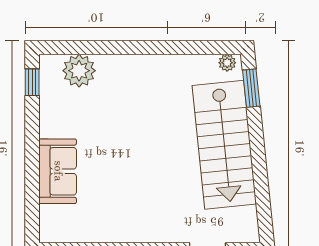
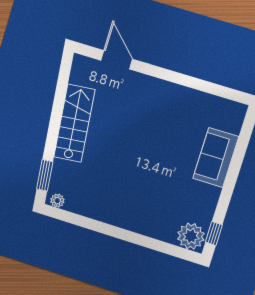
plant: (79, 71) -> (191, 236), moved
stairs: (224, 145) -> (74, 123), width x0.73, depth x0.66

